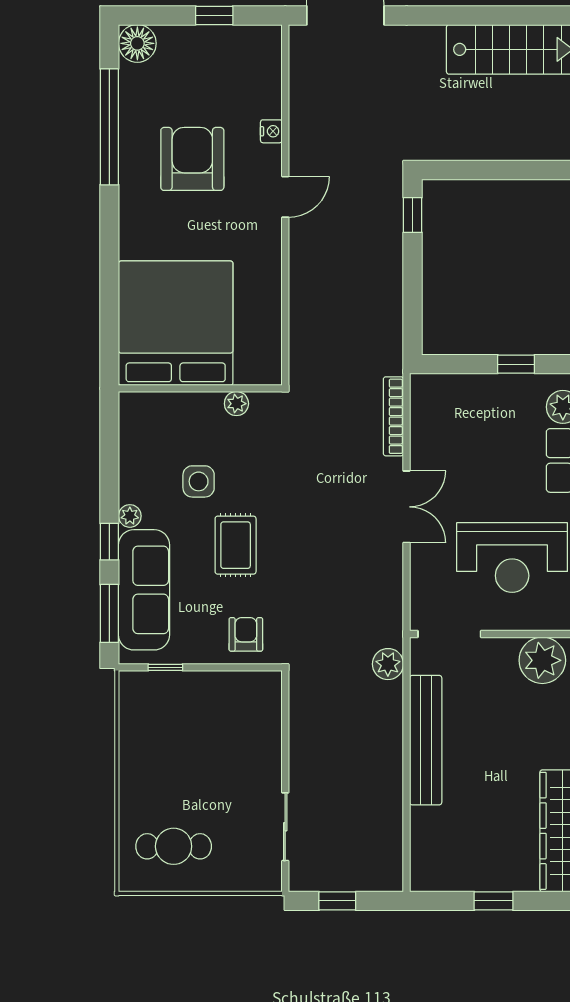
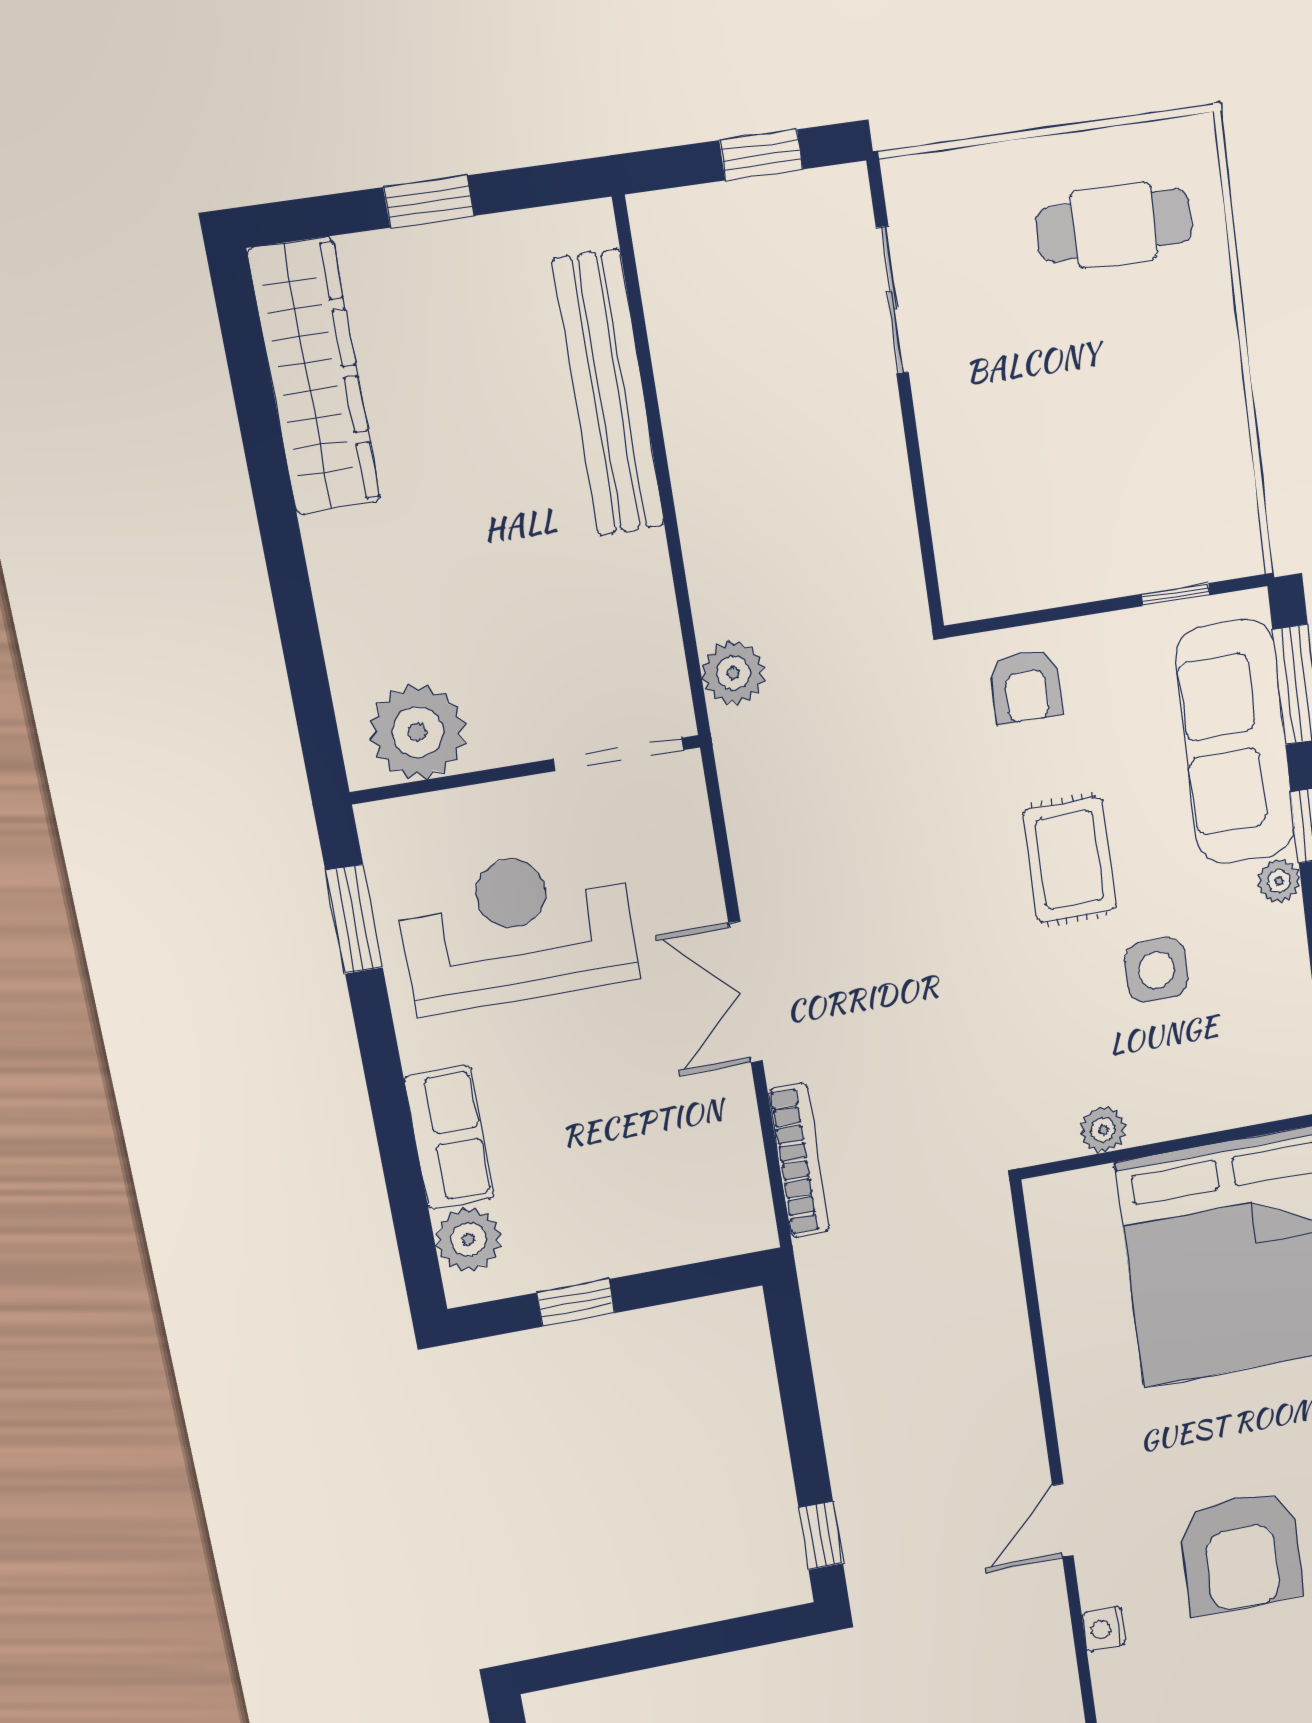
bench: (426, 740) -> (609, 393), moved

